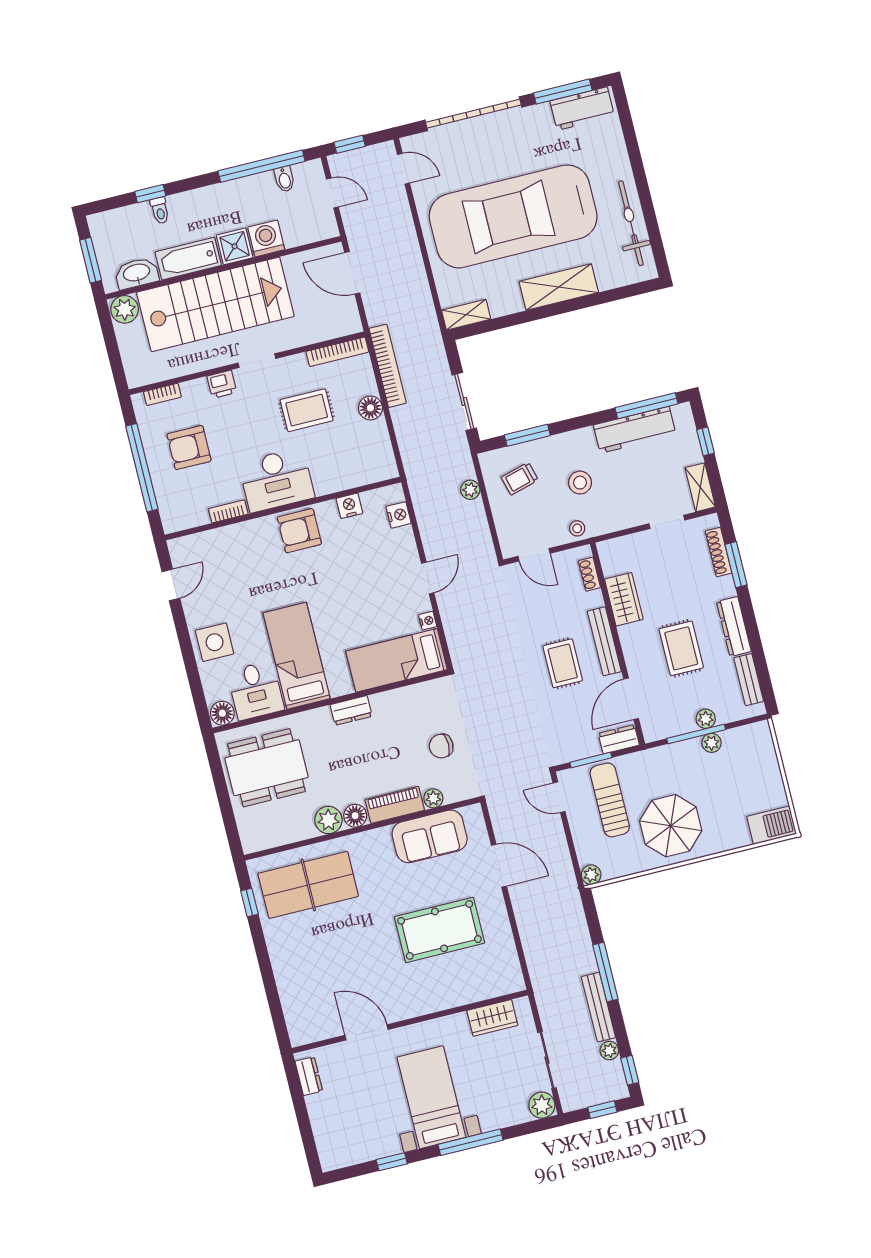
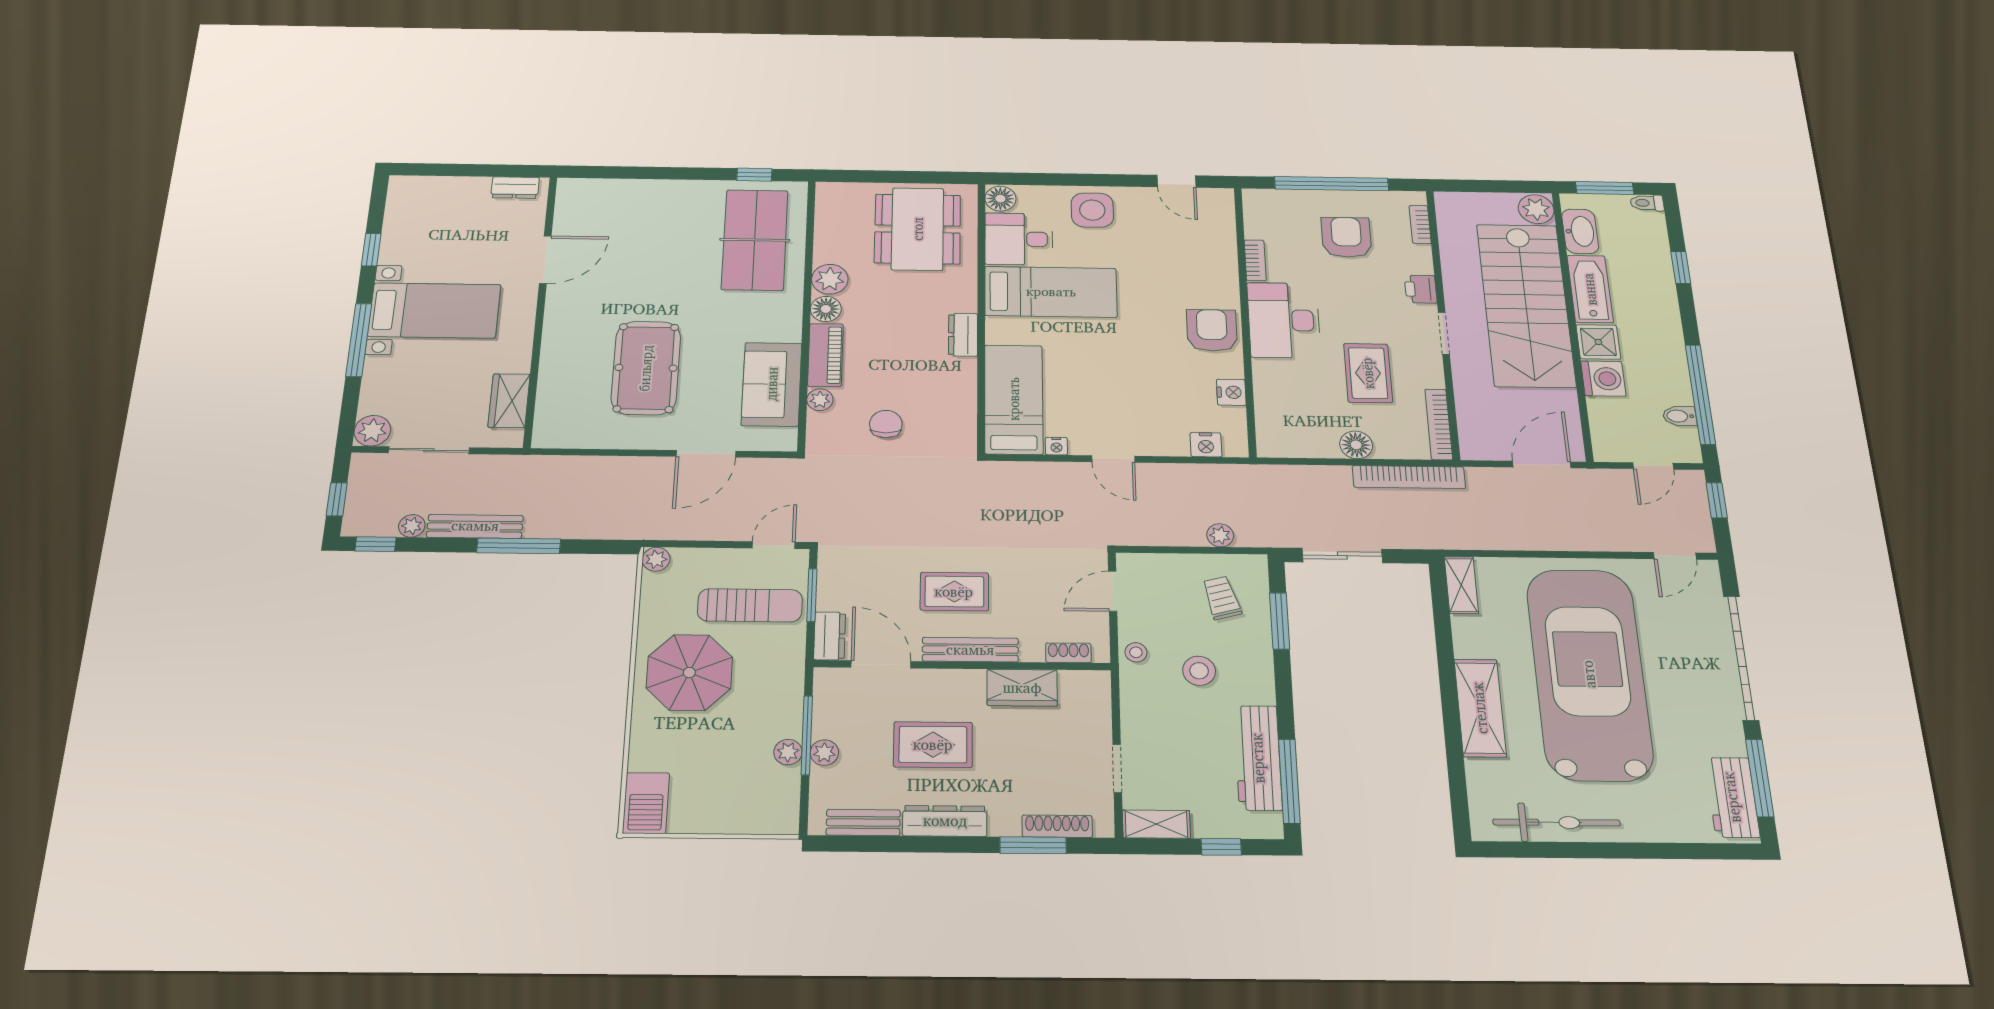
toilet: (160, 210) -> (1647, 203), moved

